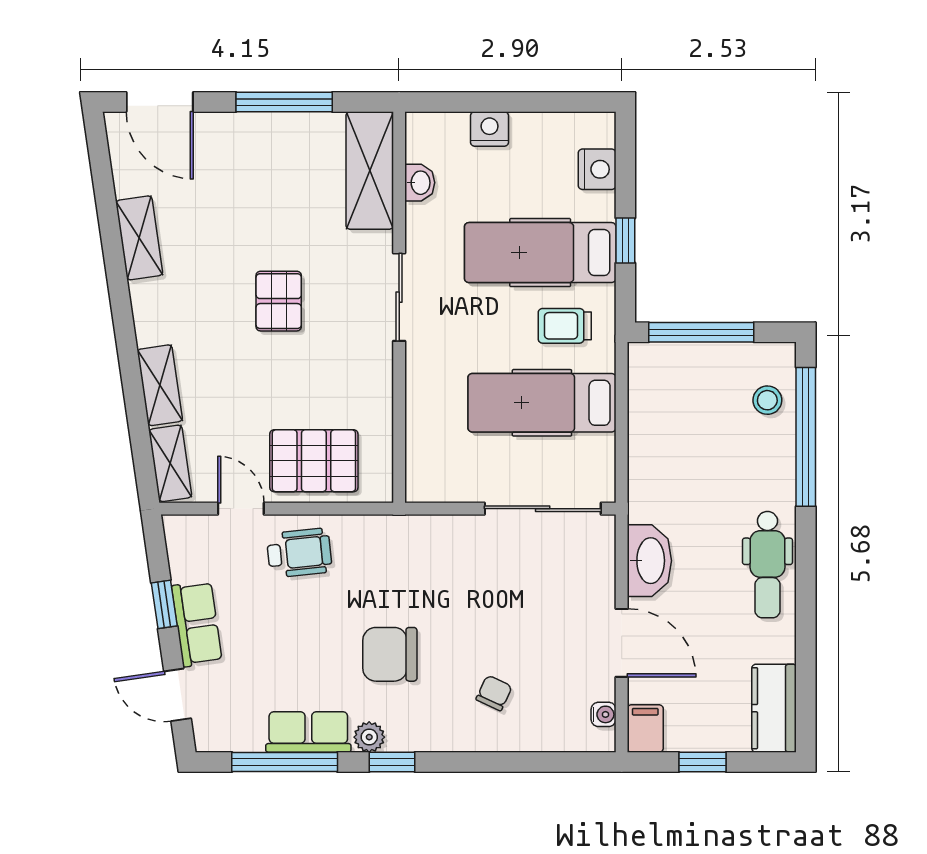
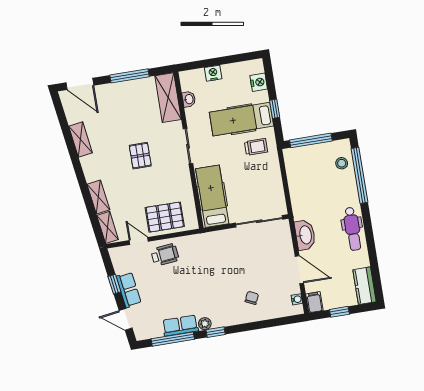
trolley: (565, 326) -> (256, 147), turned 180
hospital bed: (542, 403) -> (212, 196), moved, turned 90
chair: (390, 654) -> (208, 289), removed

